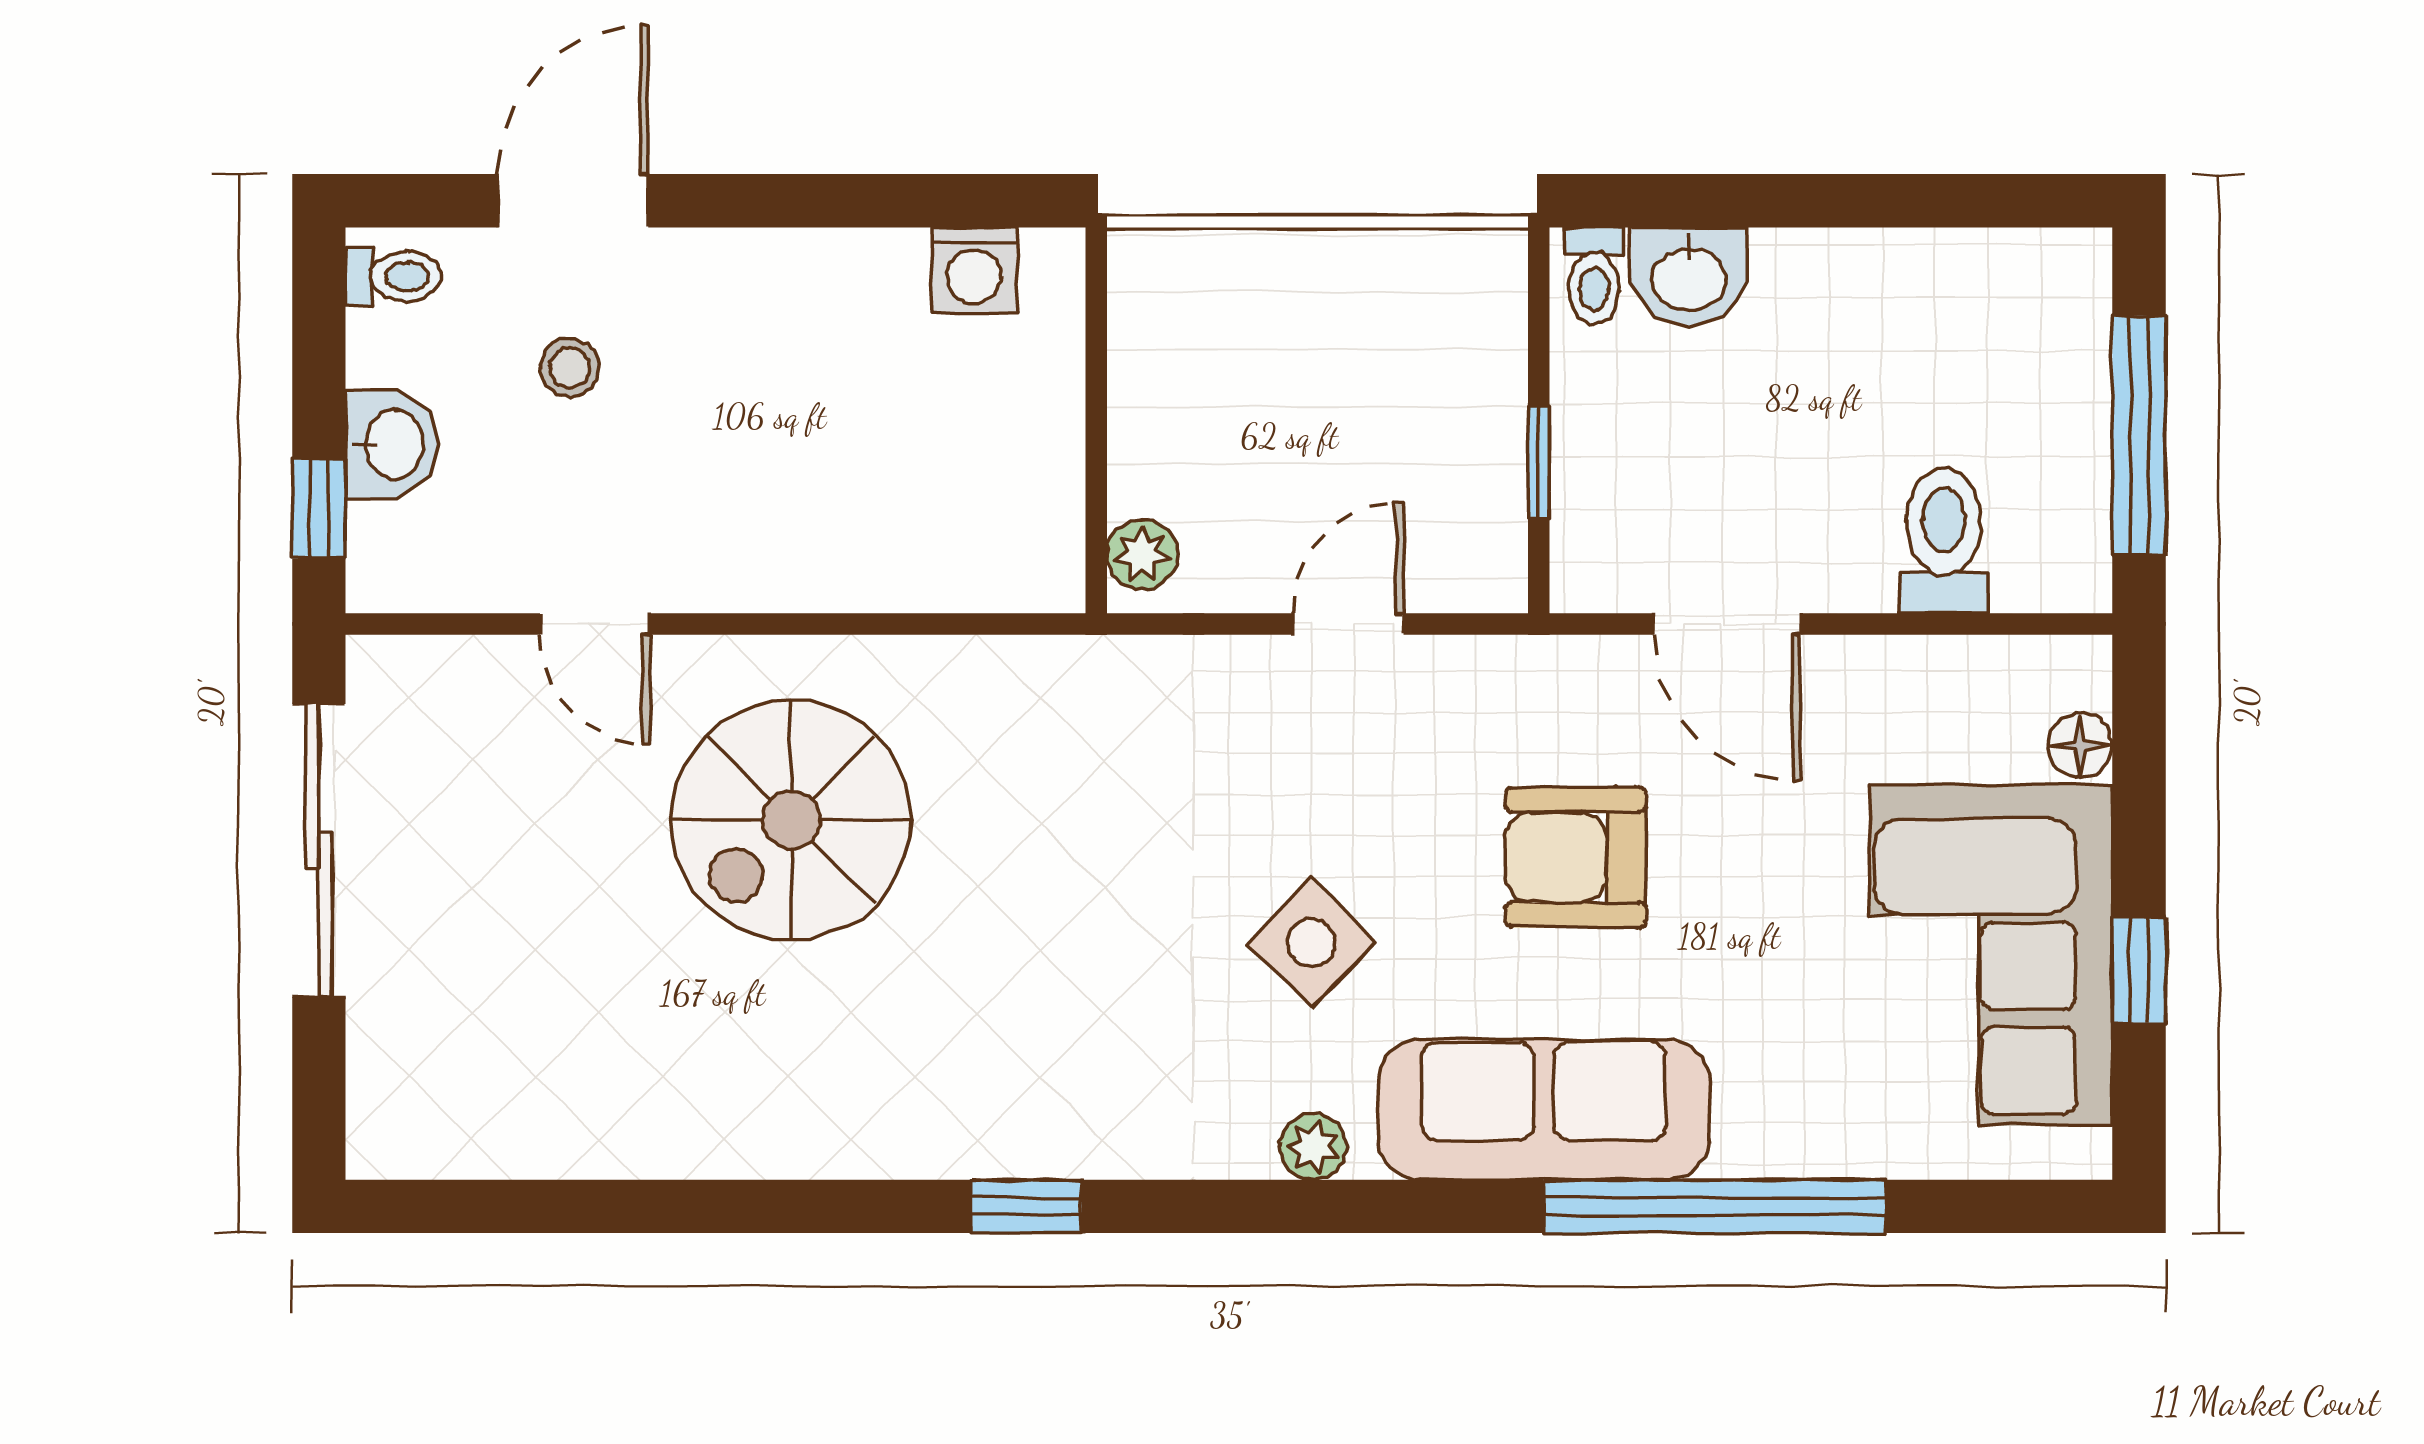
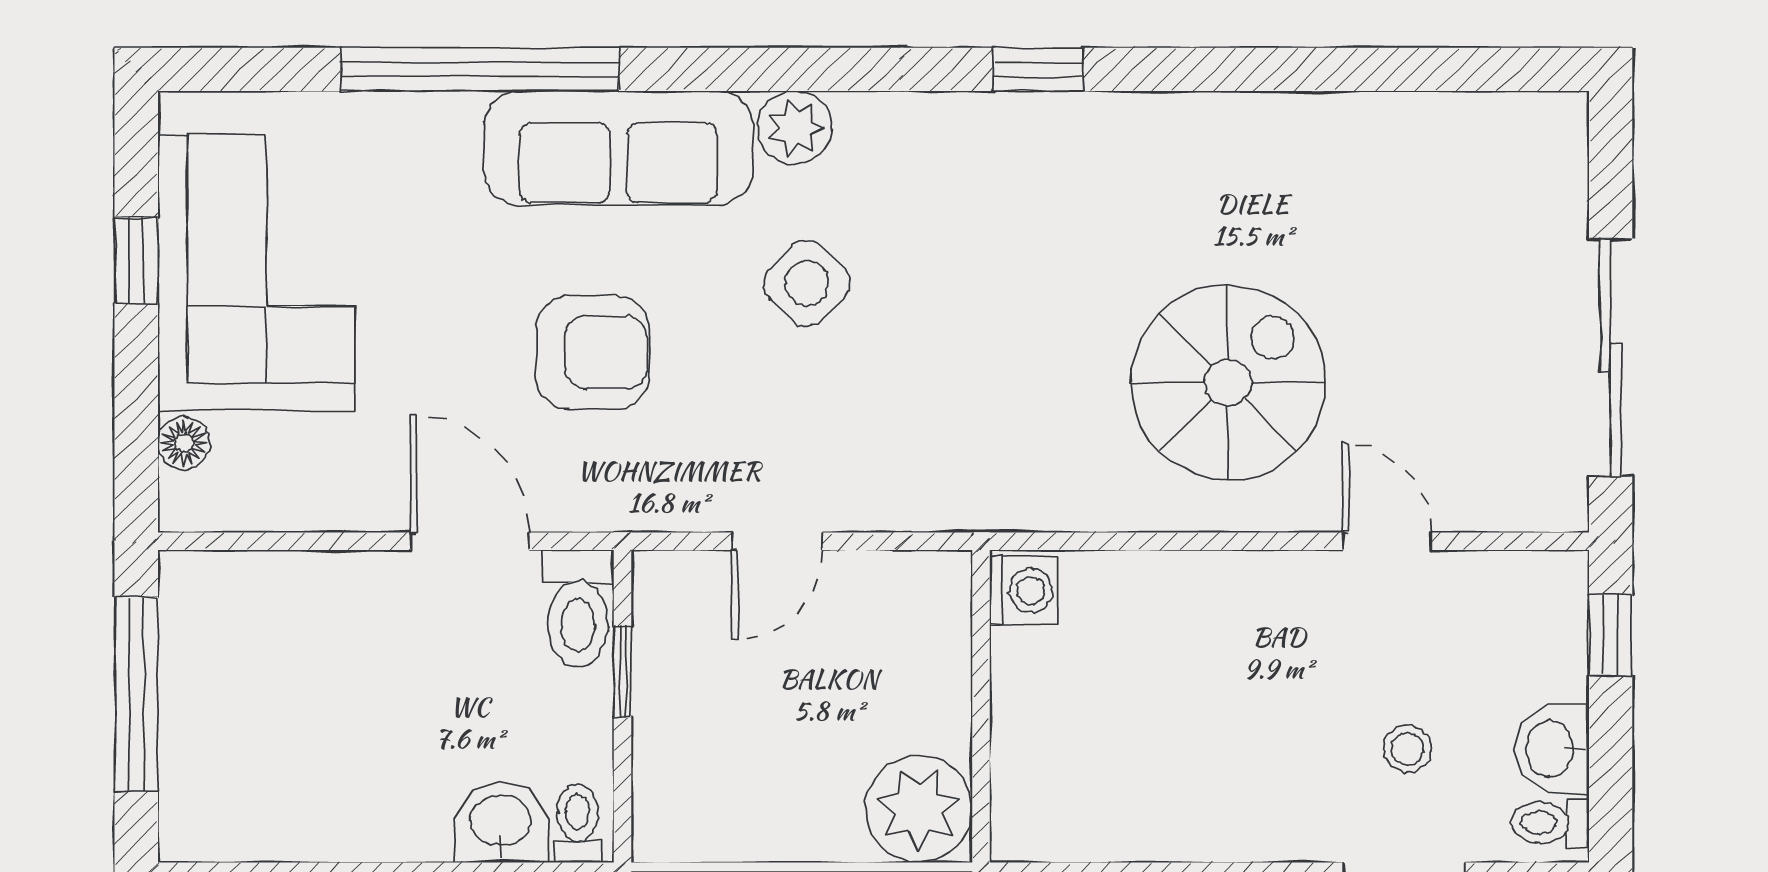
washing machine: (974, 270) -> (1024, 590), moved, turned 90
washbasin: (392, 444) -> (1552, 749), moved
toilet: (1944, 540) -> (578, 609), moved
plant: (1142, 555) -> (919, 809), moved, width x1.88, depth x1.88
plant: (1313, 1147) -> (795, 128), width x1.38, depth x1.38

